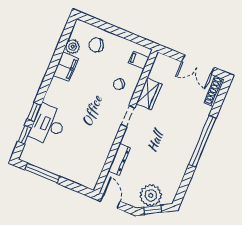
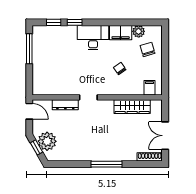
chair: (119, 84) -> (120, 69), moved
wardrobe: (149, 94) -> (132, 107), width x1.50
doorway: (128, 116) -> (88, 97), moved
desk: (48, 125) -> (93, 38), moved
window: (202, 141) -> (106, 164), width x0.68
door: (110, 201) -> (29, 111), hinge flipped

